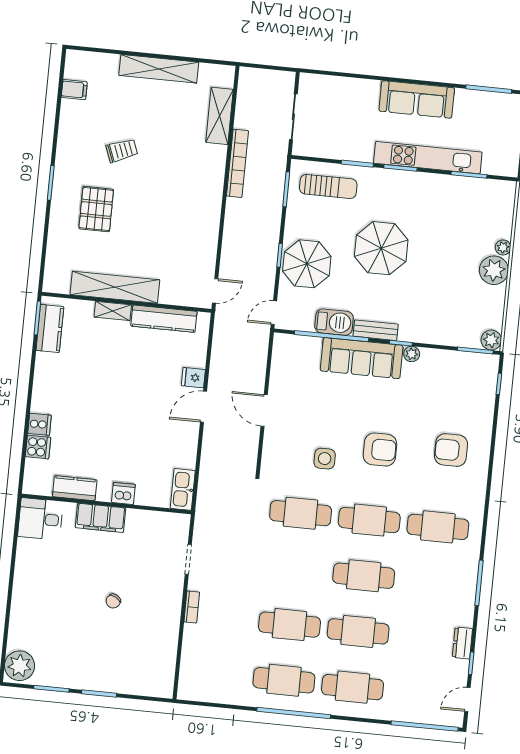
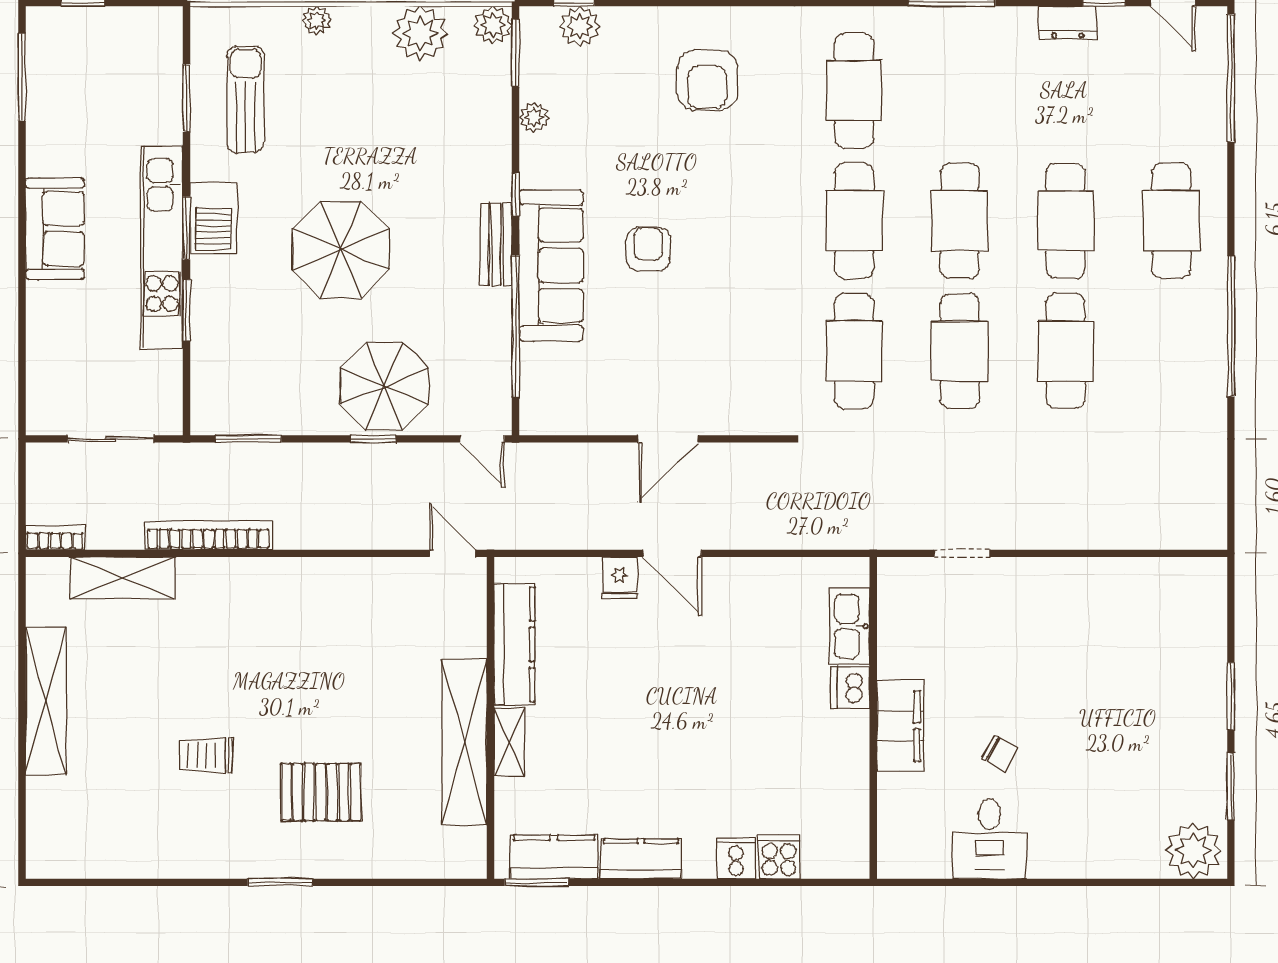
filing cabinet: (74, 90) -> (101, 856), removed
sofa: (417, 99) -> (55, 229), width x0.73
trolley: (122, 151) -> (206, 755), turned -69
kitchen unit: (428, 158) -> (162, 247), moved
sun lounger: (328, 186) -> (246, 99), moved
plant: (494, 270) -> (420, 33), moved
barbecue: (334, 322) -> (213, 218), moved, turned 180
plant: (412, 354) -> (534, 117), moved
plant: (486, 386) -> (580, 26), added
armchair: (380, 450) -> (648, 249), moved, width x0.72, depth x0.72
side table: (325, 459) -> (747, 316), removed
kitchen counter: (75, 488) -> (641, 859), moved, turned 90
kitchen sink: (183, 489) -> (850, 626), moved, turned 90
desk: (40, 519) -> (990, 839), moved
chair: (113, 601) -> (1000, 753), moved
bookcase: (192, 607) -> (55, 538), moved
cafe table: (284, 680) -> (960, 351), moved

